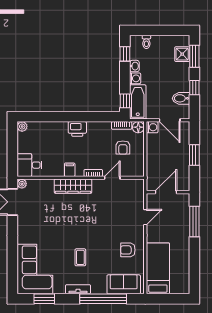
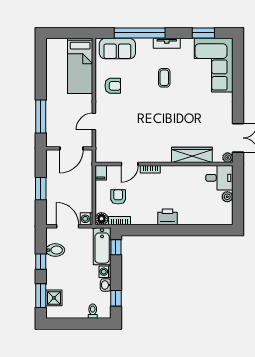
plant: (22, 127) -> (227, 197), moved
filing cabinet: (70, 170) -> (101, 173), moved
wardrobe: (73, 186) -> (192, 155), moved

